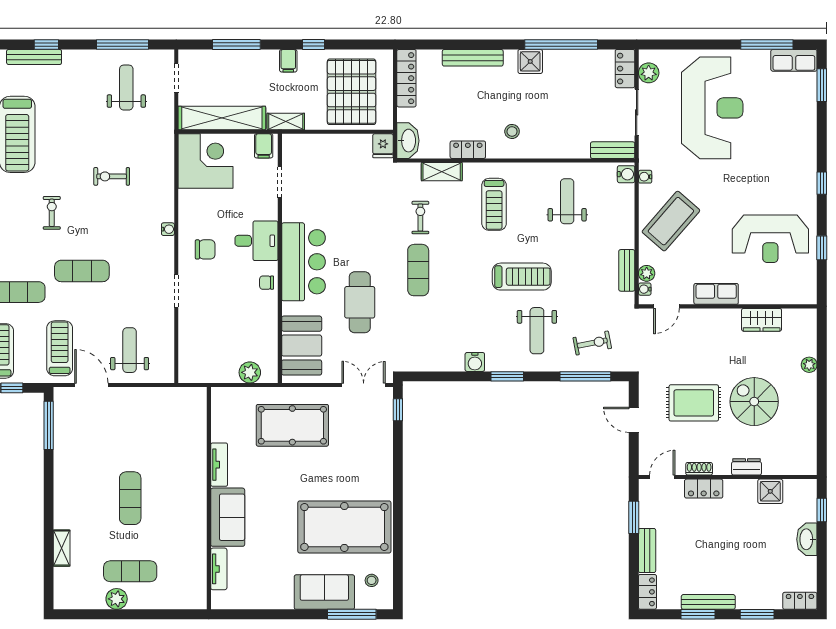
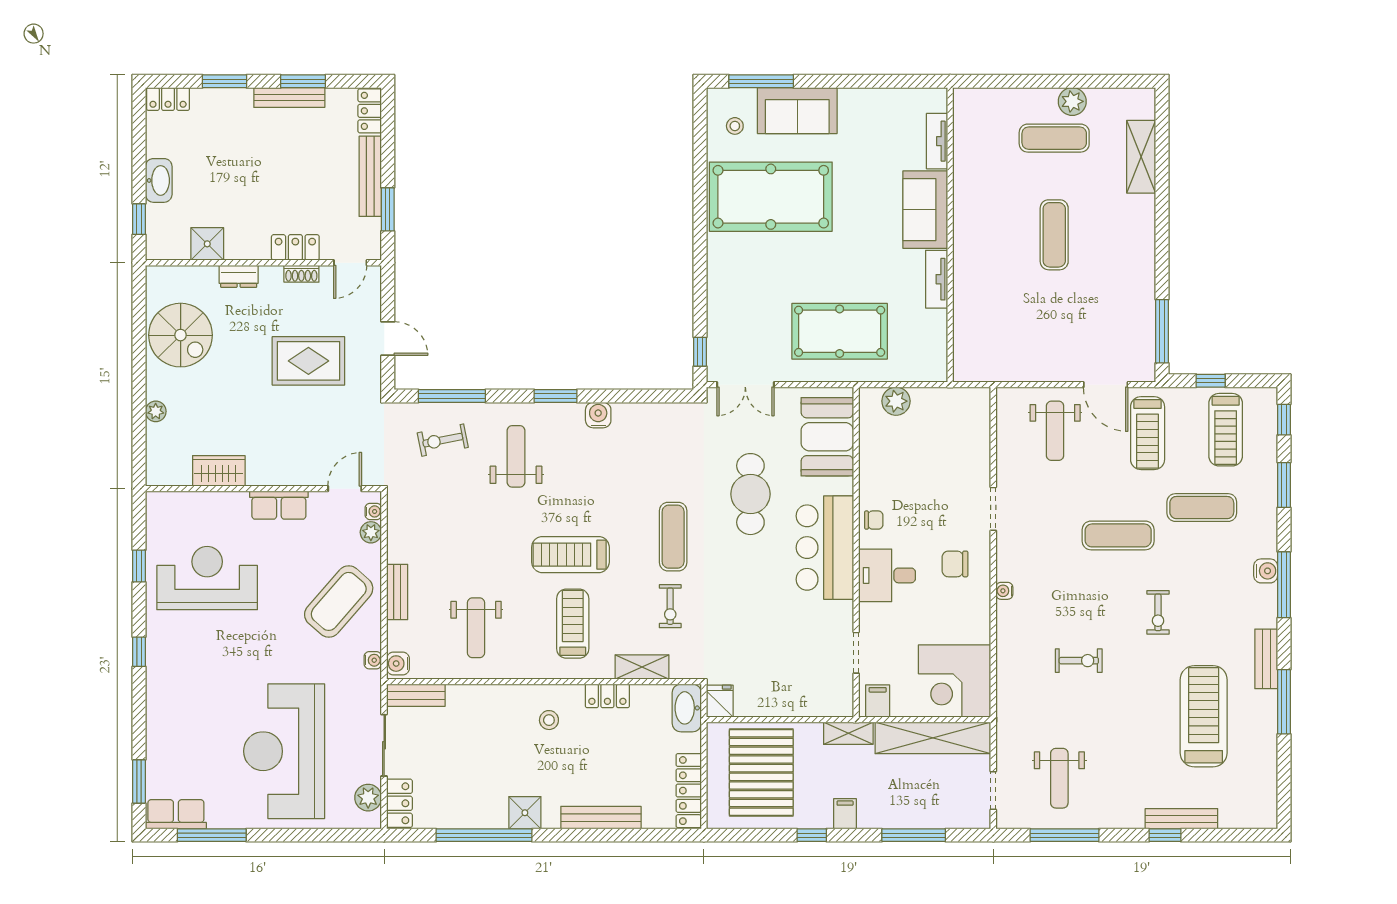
bench: (627, 270) -> (397, 592), moved
treadmill: (522, 277) -> (570, 555), moved
spiral stairs: (754, 402) -> (181, 335), moved
shelving: (62, 548) -> (1141, 157), width x1.50, depth x1.33
bench: (647, 550) -> (370, 176), width x1.36

